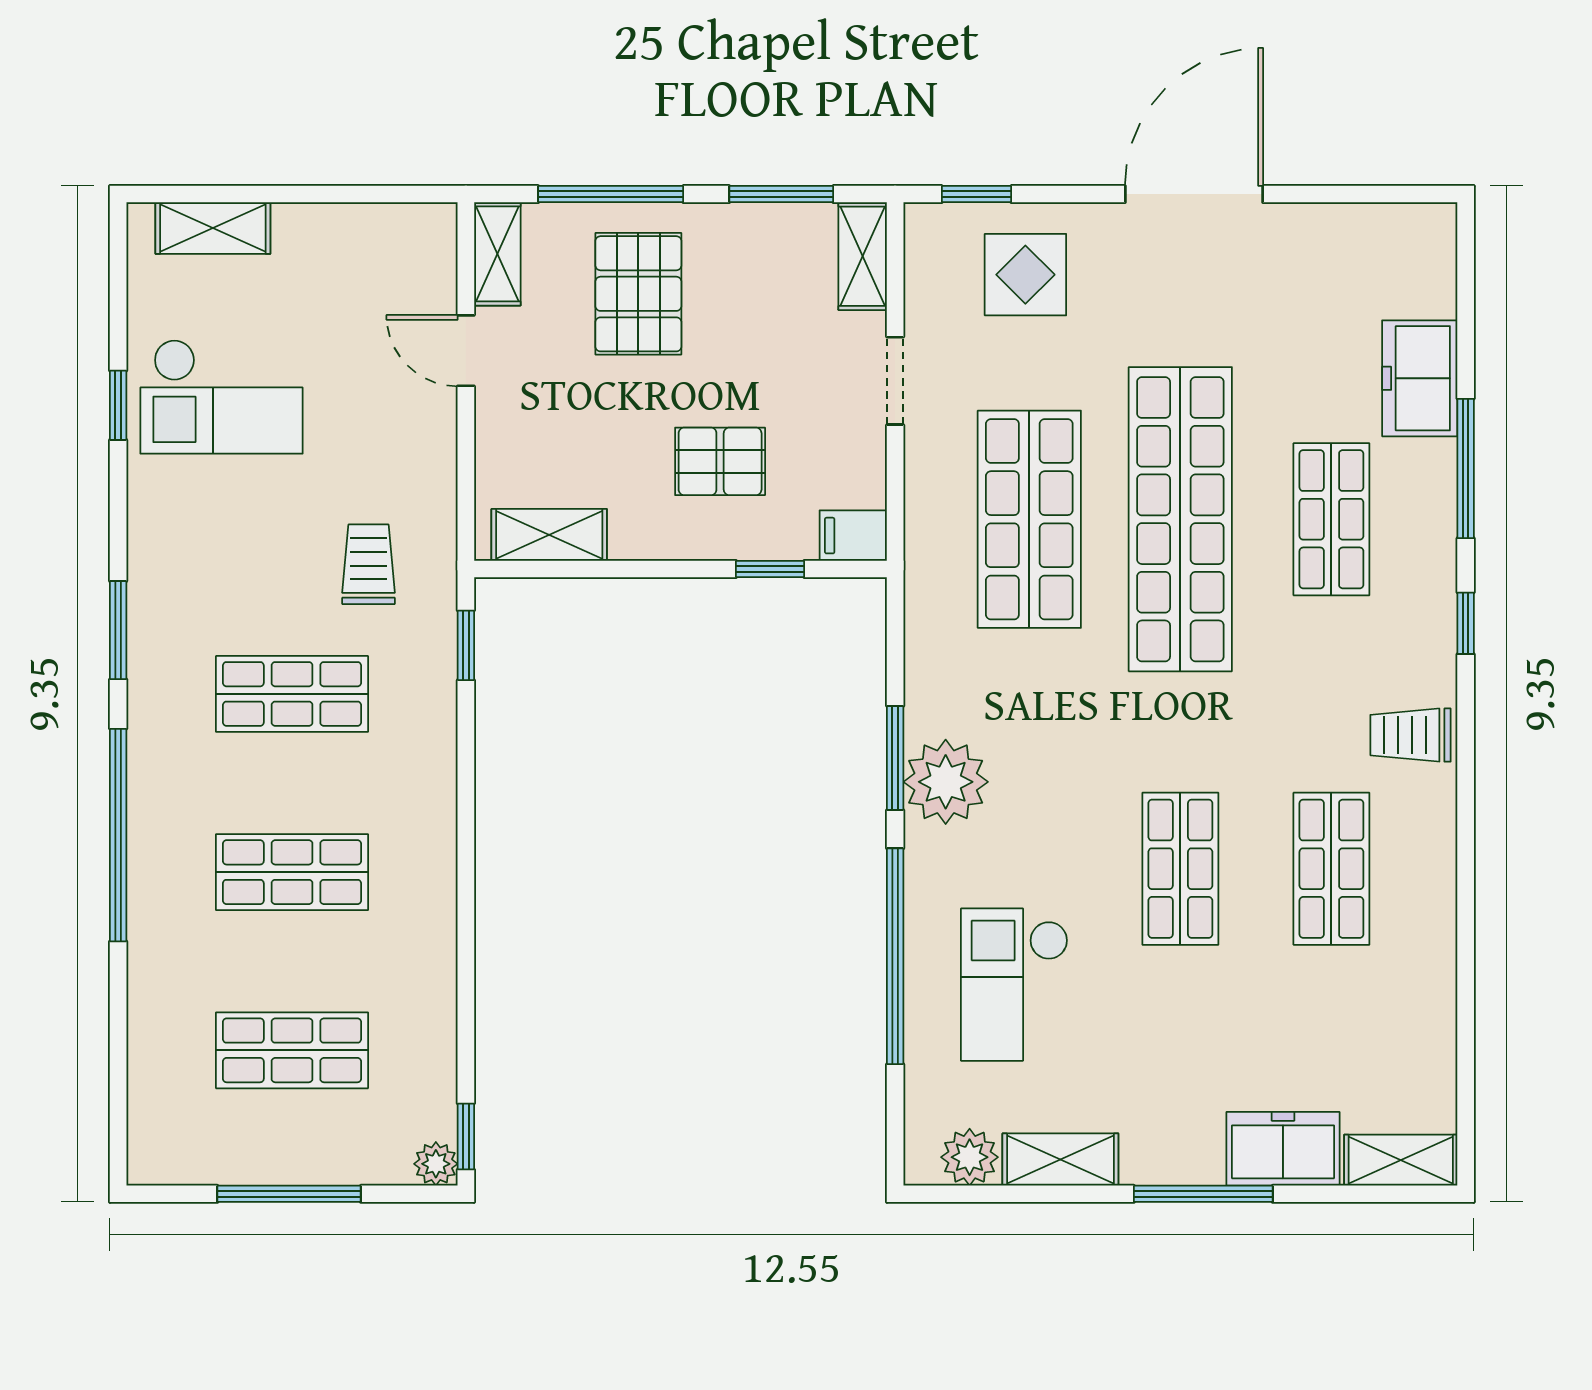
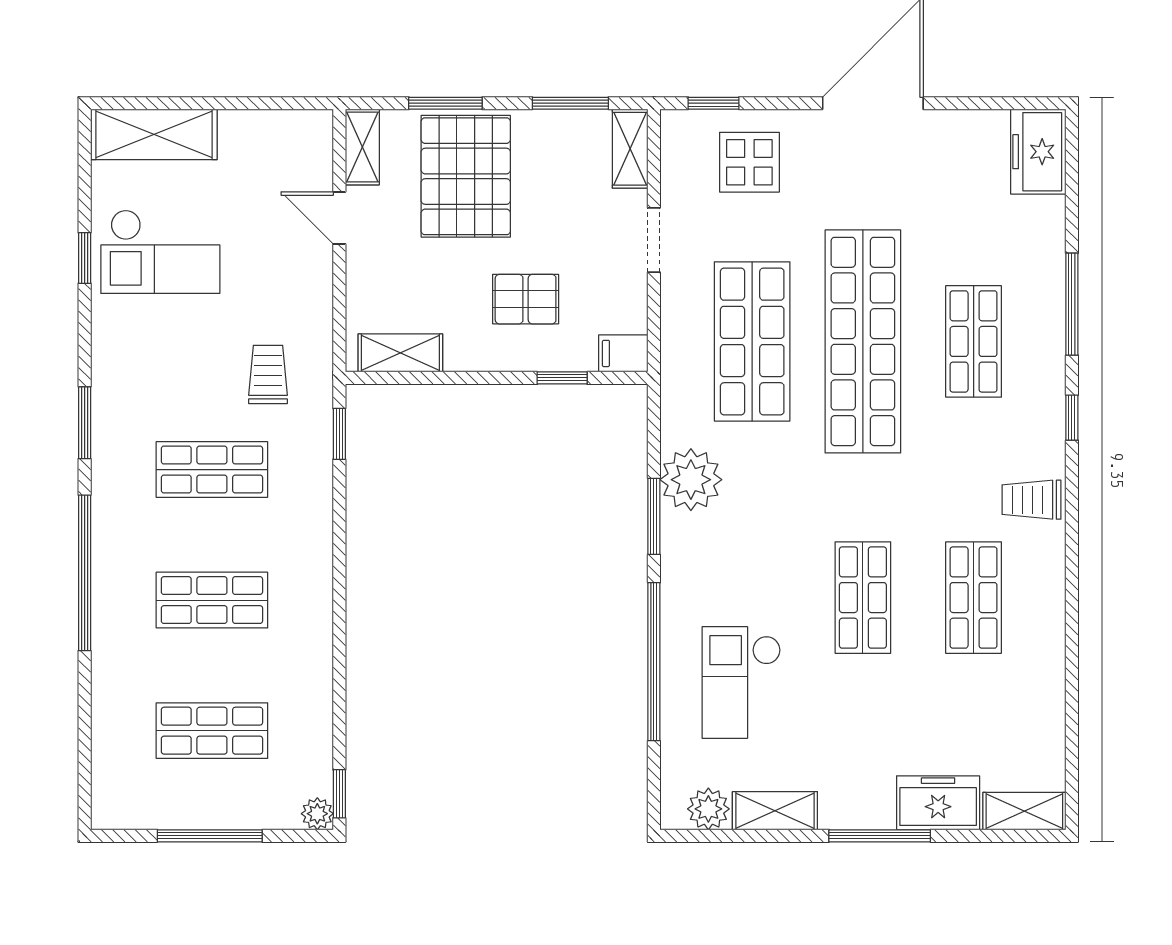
window: (611, 194) -> (445, 103), width x0.69
shelving: (213, 228) -> (154, 134), width x1.50, depth x1.33
pallet: (638, 294) -> (466, 176), width x1.37, depth x1.41
freezer: (1420, 378) -> (1038, 152), moved
plant: (946, 782) -> (691, 480), moved

